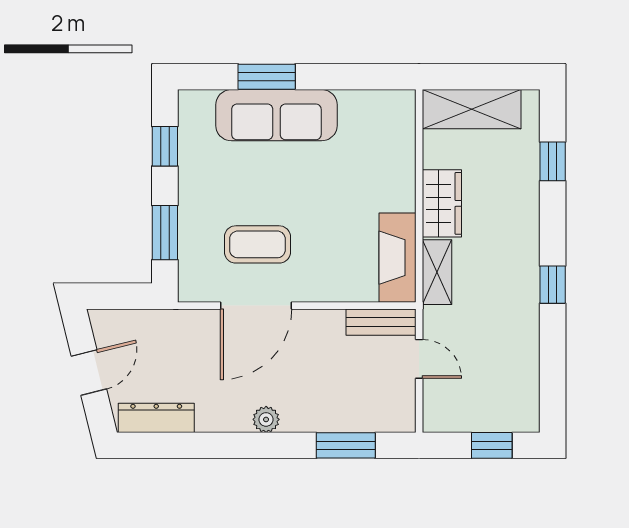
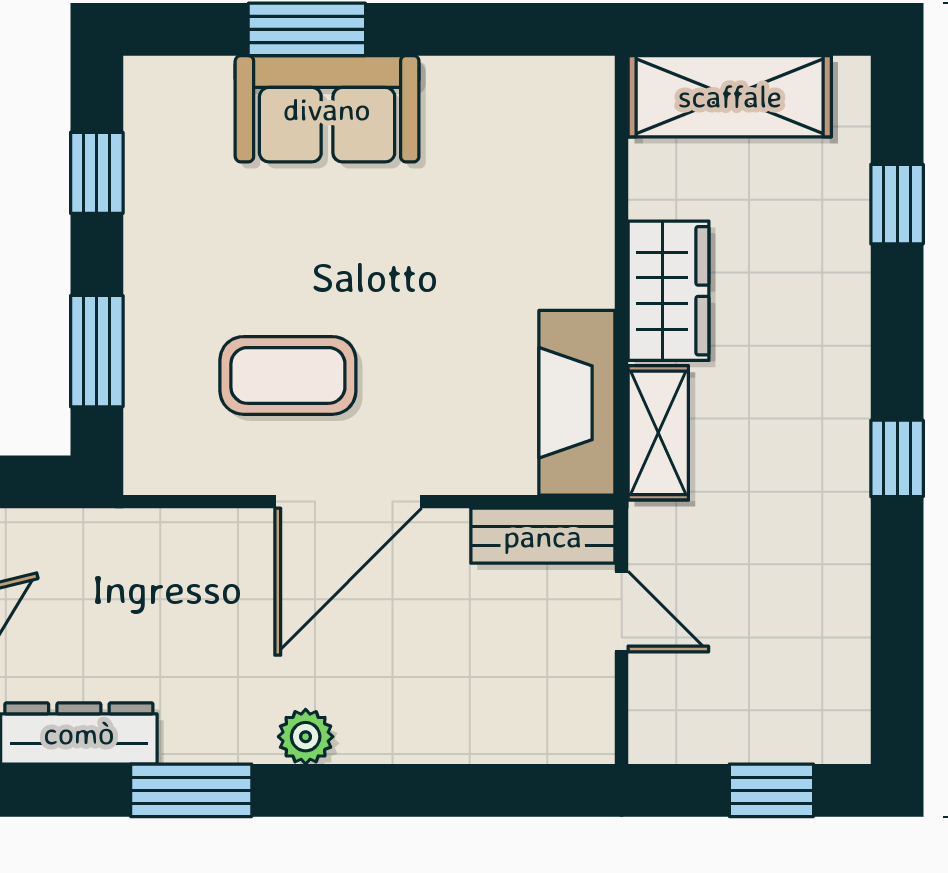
sofa: (276, 115) -> (327, 109), width x0.73
door: (256, 306) -> (348, 502), moved
window: (346, 445) -> (191, 790), moved

